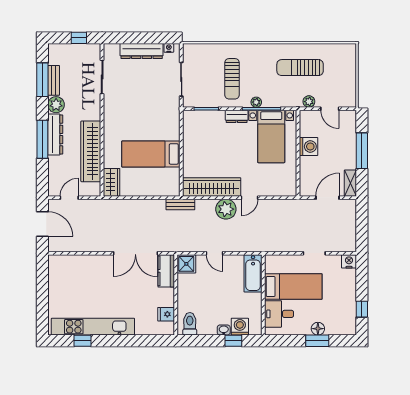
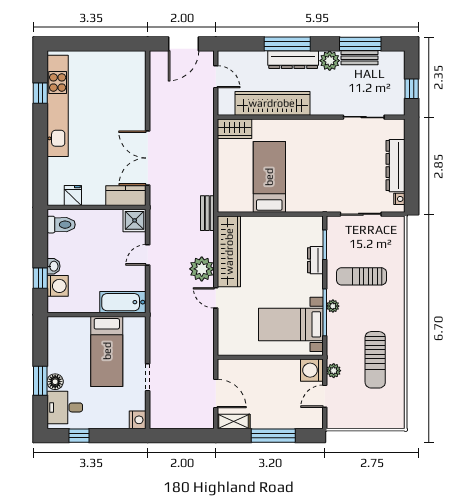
sun lounger: (300, 68) -> (375, 360), turned 180
dresser: (237, 116) -> (315, 260), moved
washing machine: (308, 146) -> (312, 370), moved, turned 90
desk: (279, 314) -> (65, 407), moved, turned -90

